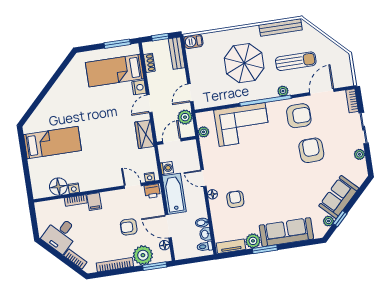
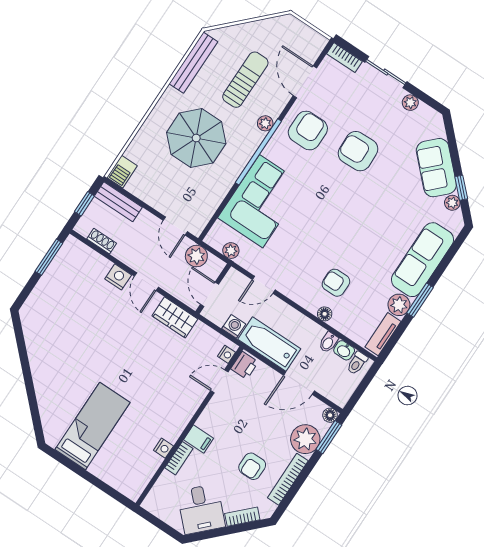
bed: (115, 71) -> (76, 287), removed
door: (203, 178) -> (264, 285), moved
floor lamp: (58, 187) -> (146, 463), removed
floor lamp: (212, 194) -> (325, 314), moved
armchair: (129, 227) -> (252, 466), moved
floor lamp: (164, 245) -> (330, 415), moved

